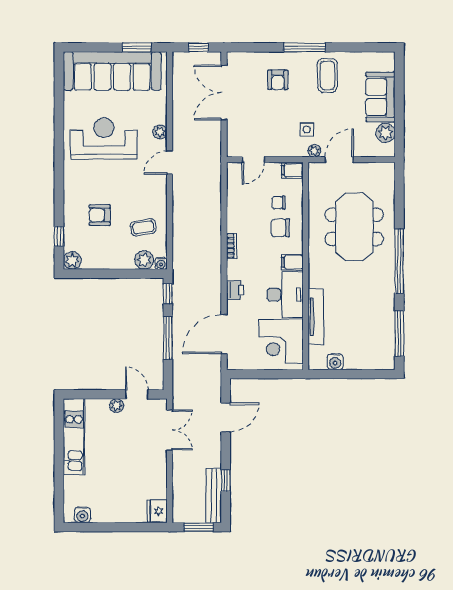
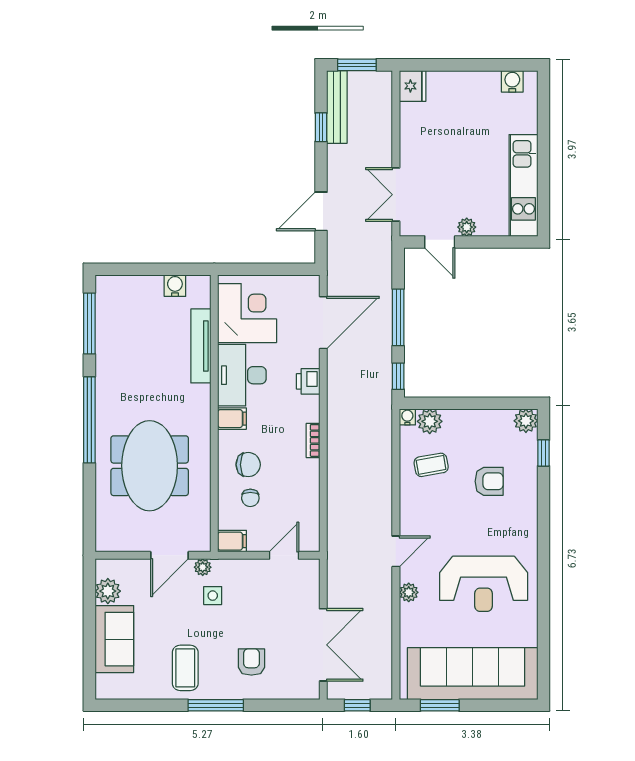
chair: (279, 203) -> (250, 498), turned 91

